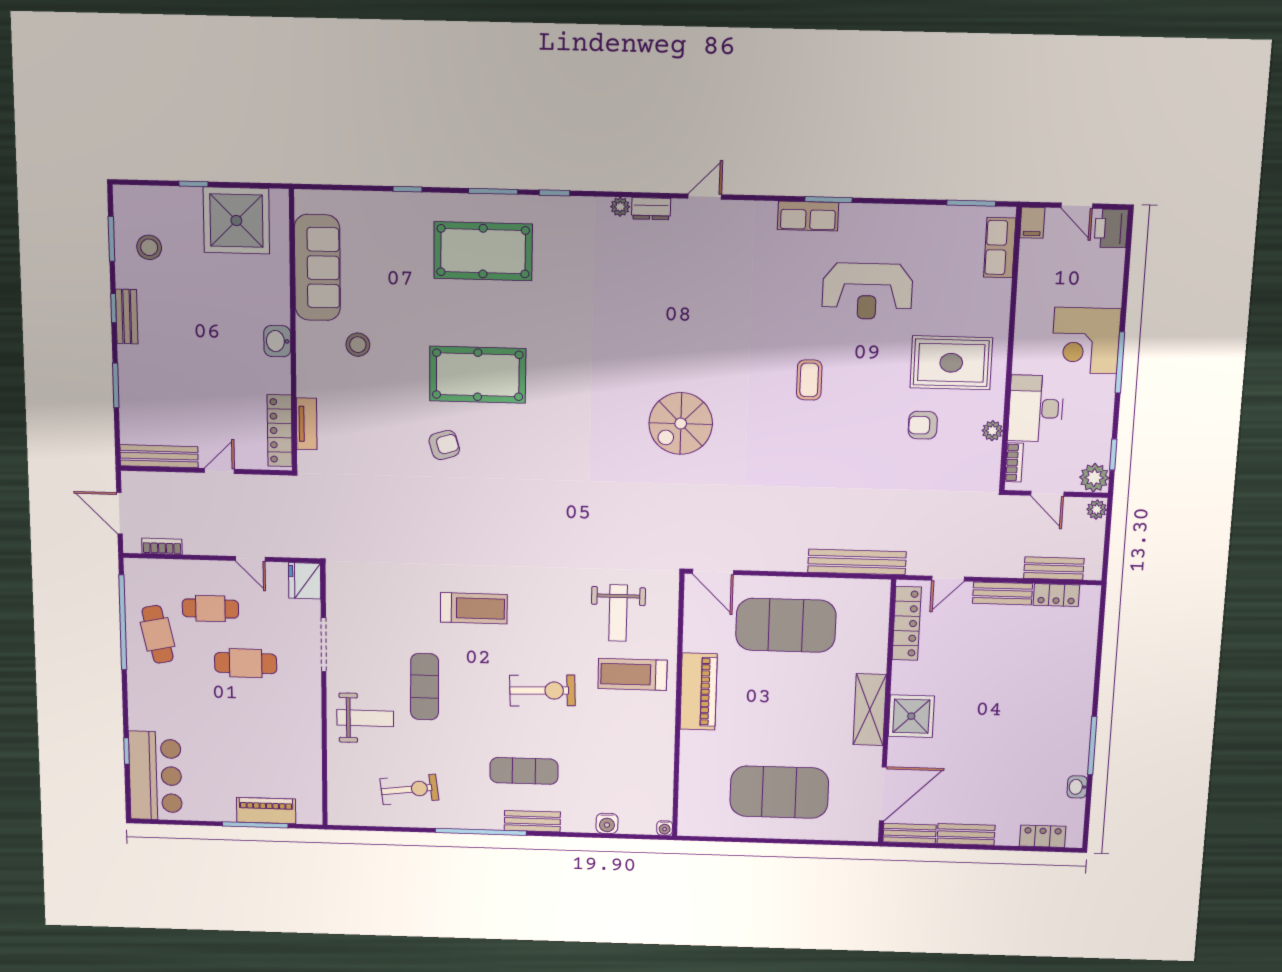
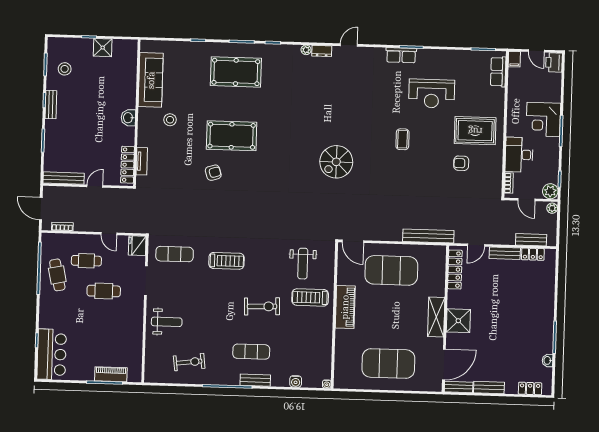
shower: (236, 221) -> (103, 48), width x0.54, depth x0.54
plant: (992, 431) -> (497, 166), removed
exercise mat: (425, 687) -> (175, 254), moved, turned 90

